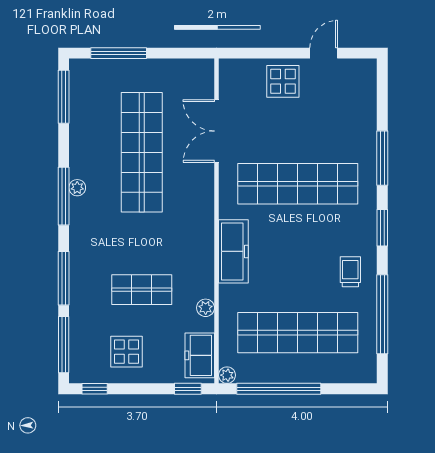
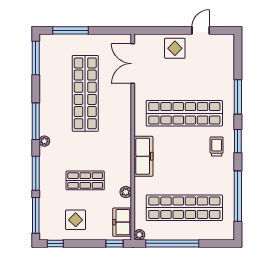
double door: (217, 131) -> (133, 64), moved
plant: (77, 188) -> (44, 141), moved
trolley: (350, 272) -> (217, 146), moved

